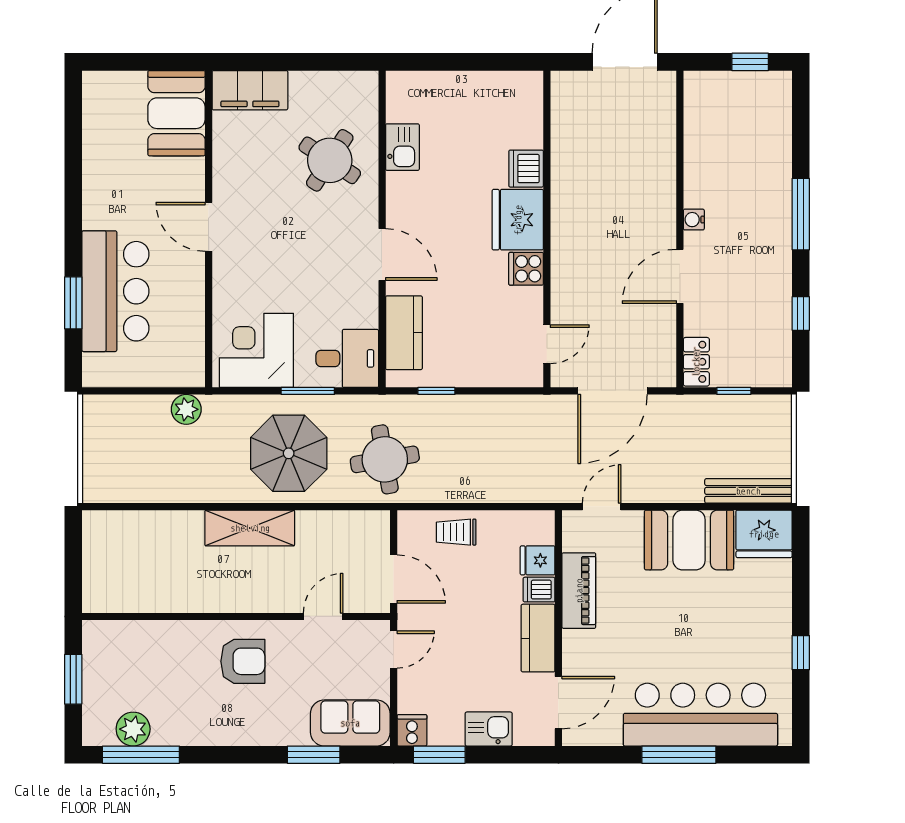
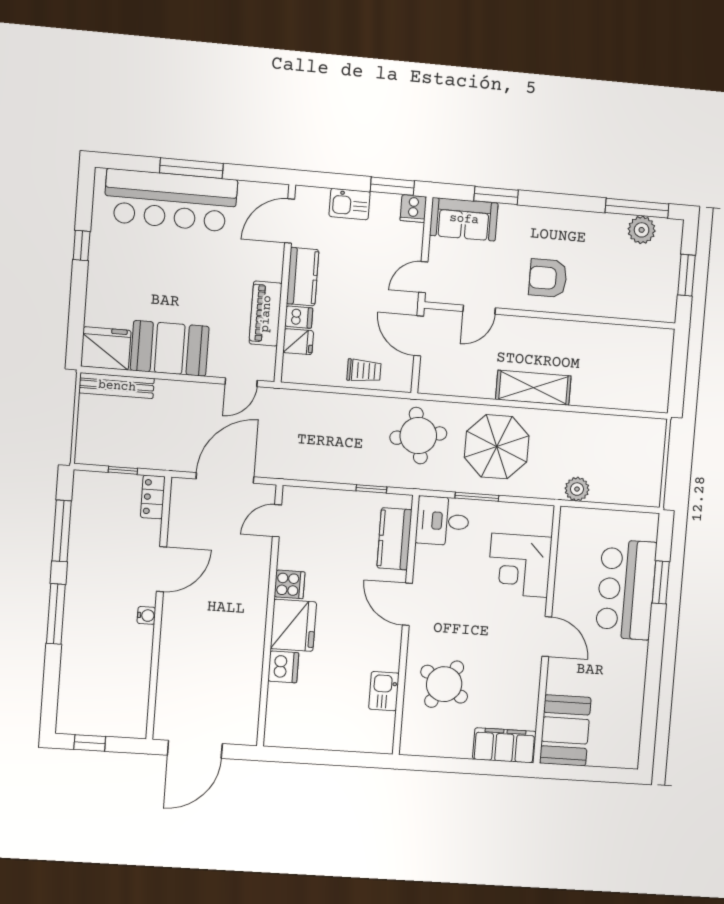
window: (801, 313) -> (62, 531), width x2.17
corner desk: (256, 350) -> (520, 565), moved, turned 90

